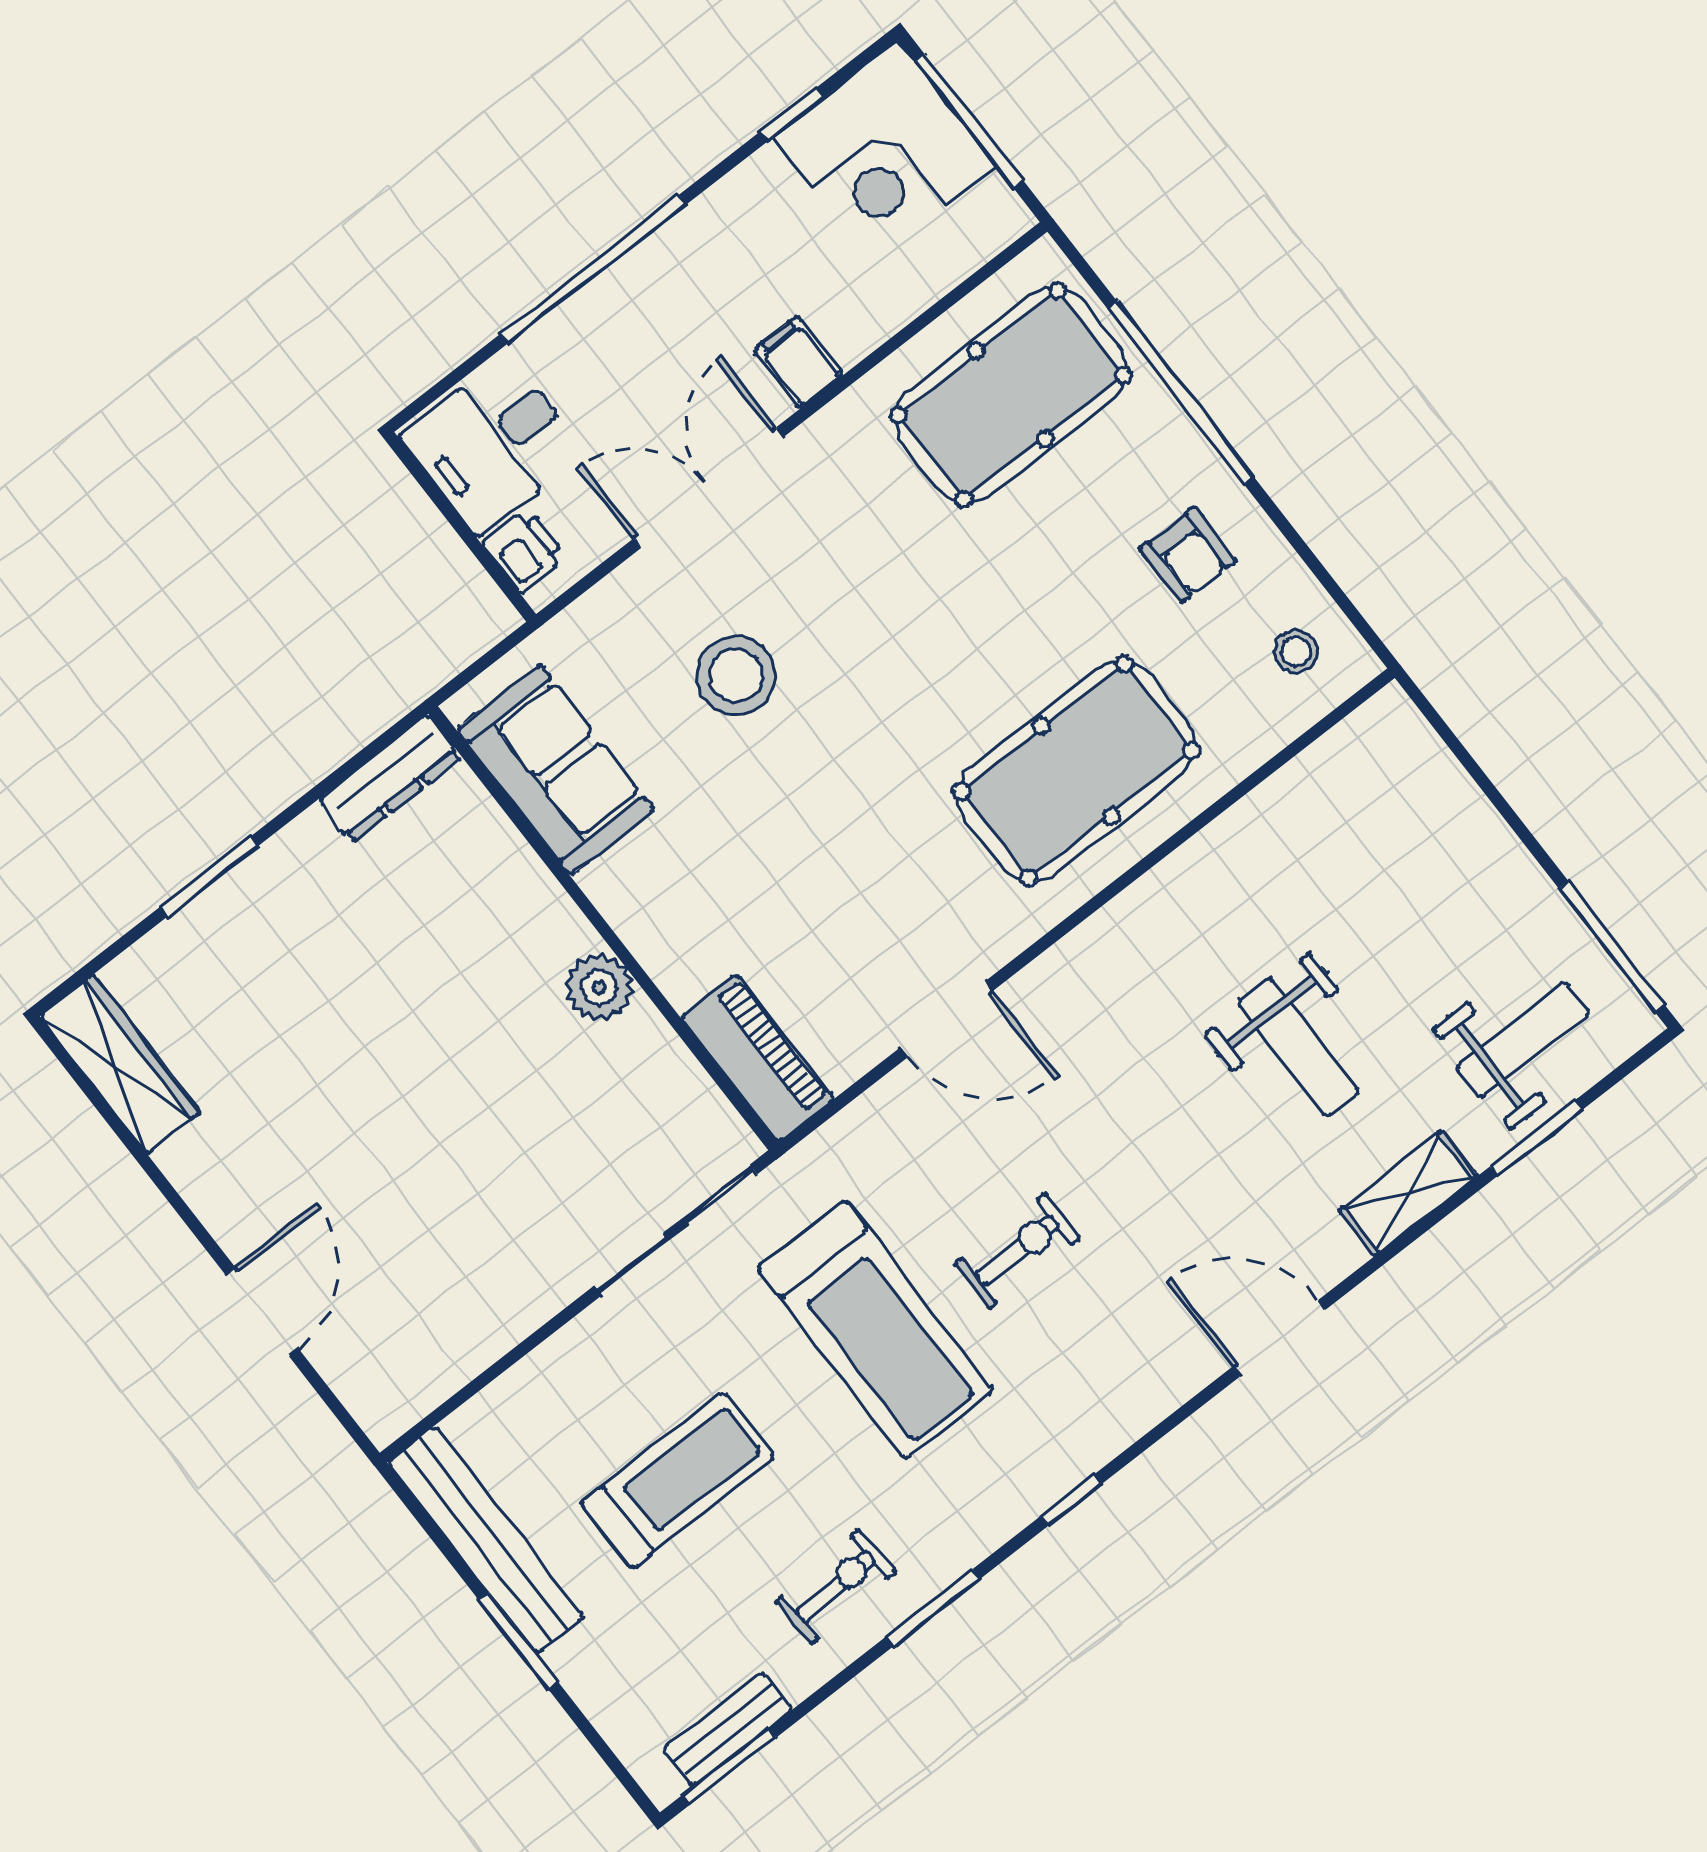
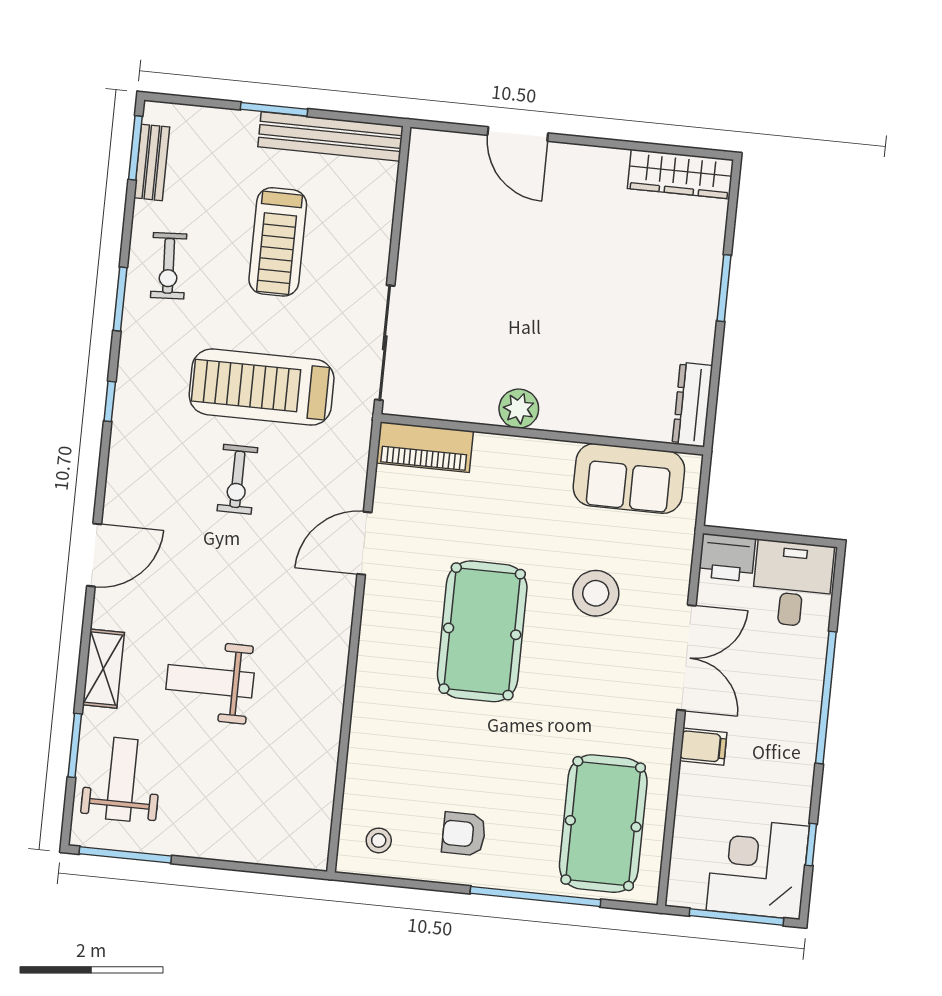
printer: (524, 550) -> (727, 558), width x1.36, depth x1.24
pool table: (1076, 771) -> (482, 631), moved
weight bench: (1523, 1040) -> (122, 779), turned 180

